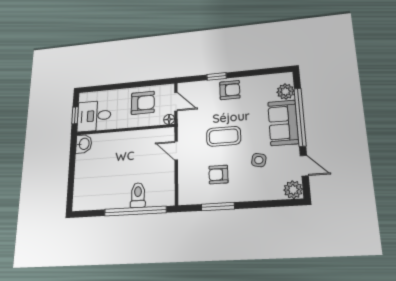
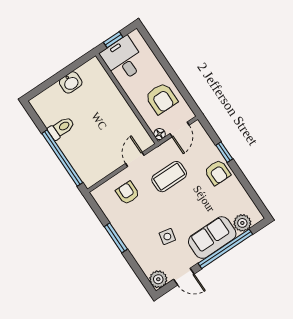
coffee table: (224, 136) -> (169, 177), moved, turned 90
washbasin: (84, 144) -> (71, 82), moved
door: (304, 166) -> (184, 277), hinge flipped
armchair: (218, 175) -> (128, 193), moved
toilet: (138, 195) -> (61, 128), moved
window: (218, 207) -> (116, 238), moved

